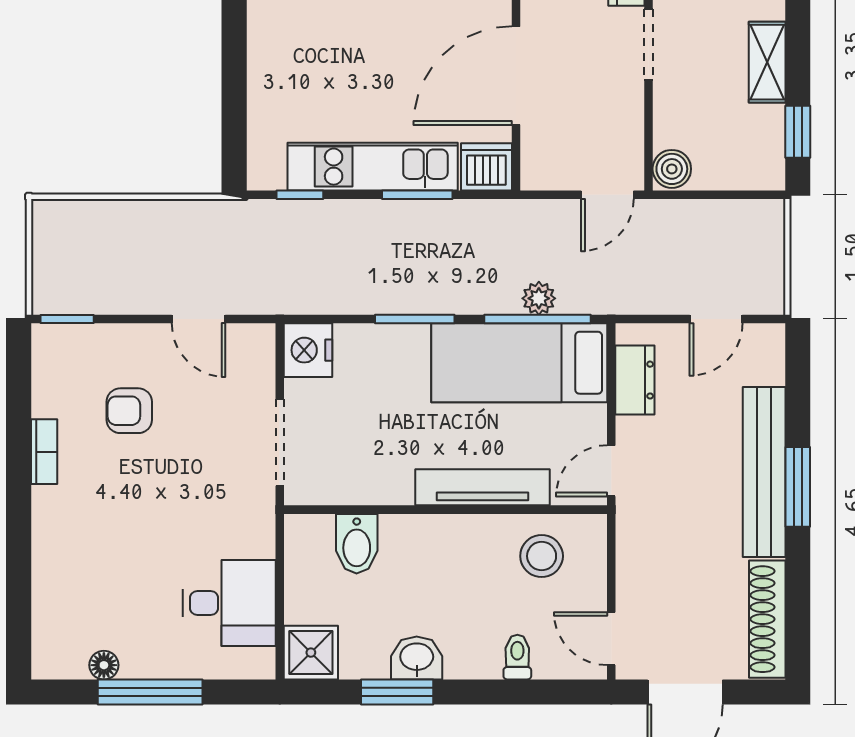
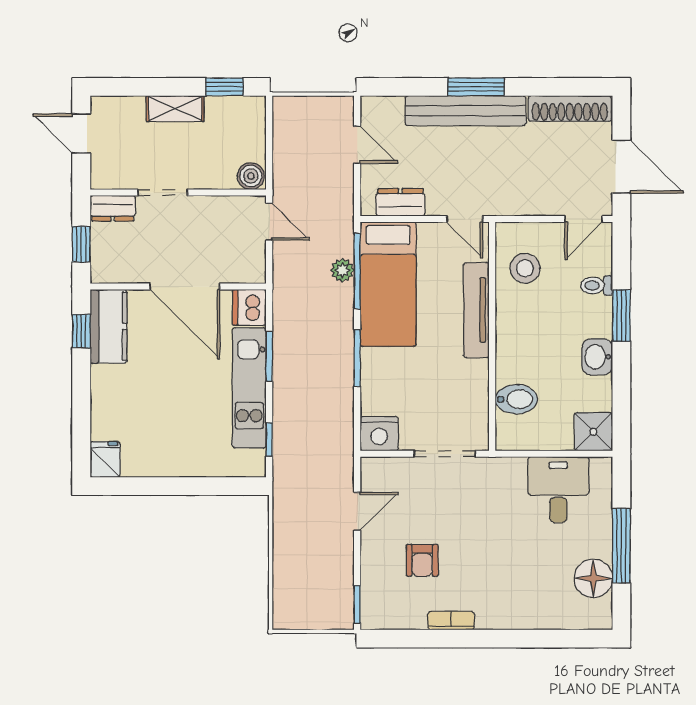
floor lamp: (104, 665) -> (593, 578), width x1.89, depth x1.89
window: (397, 692) -> (621, 316), moved

